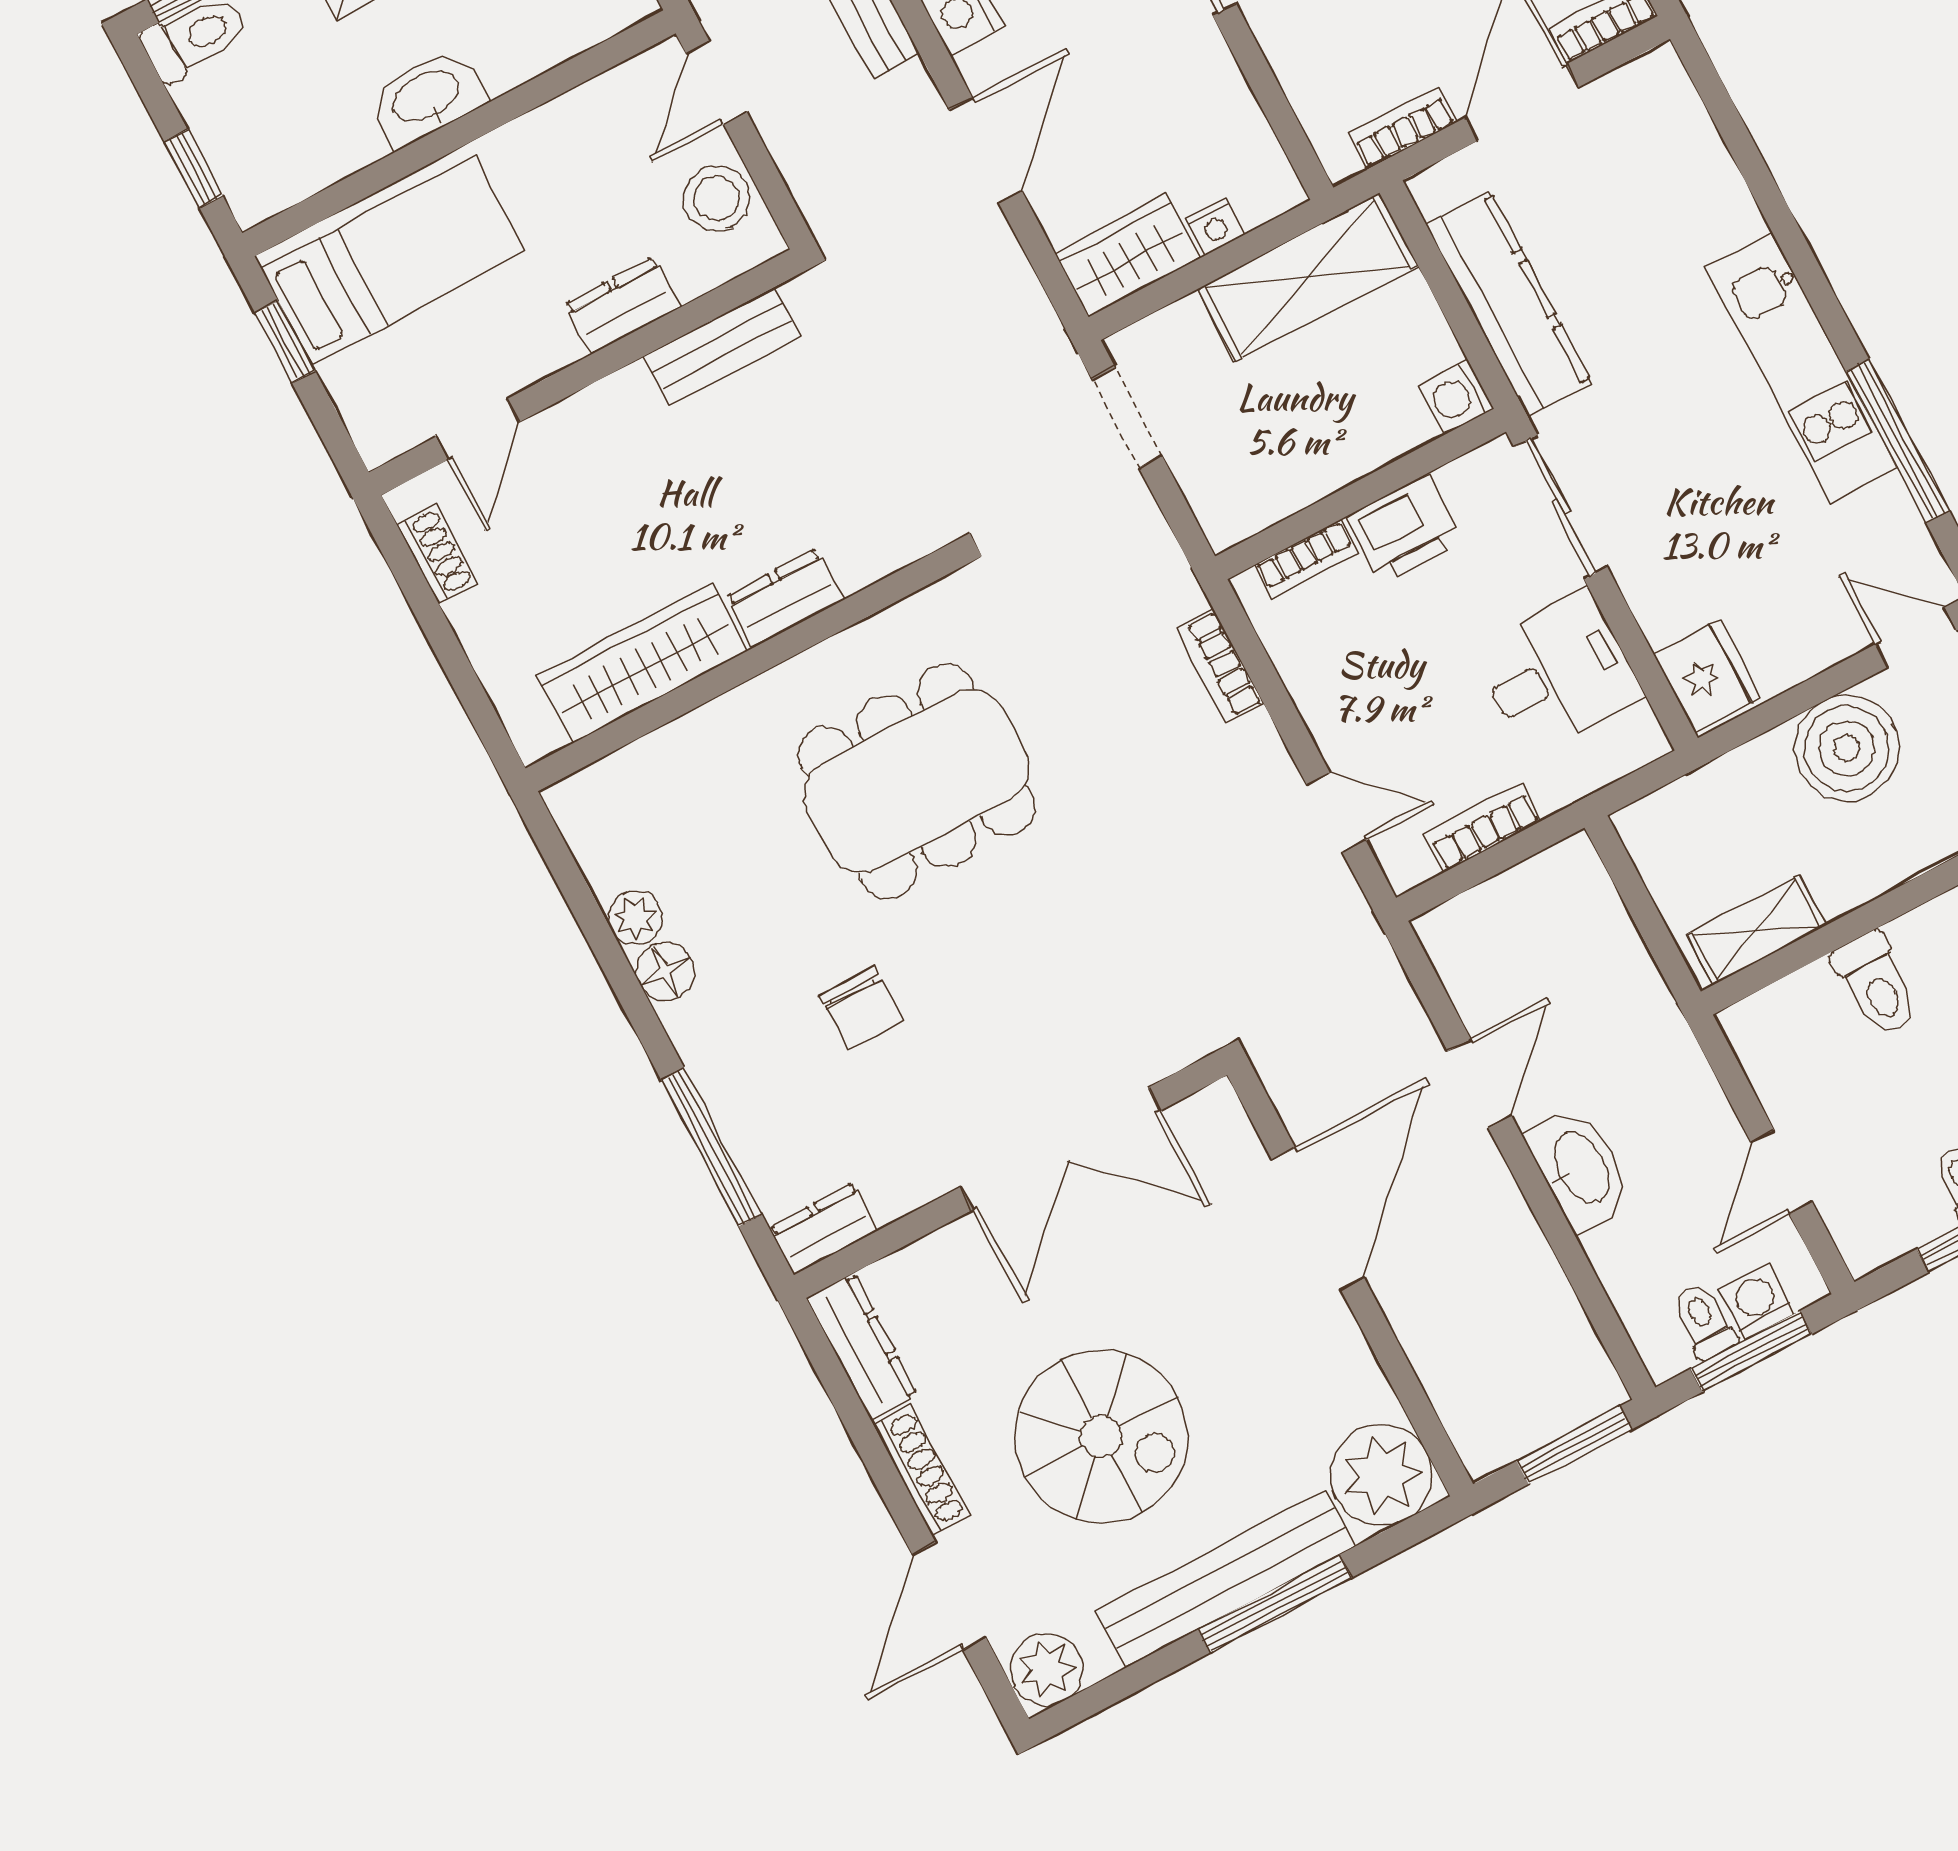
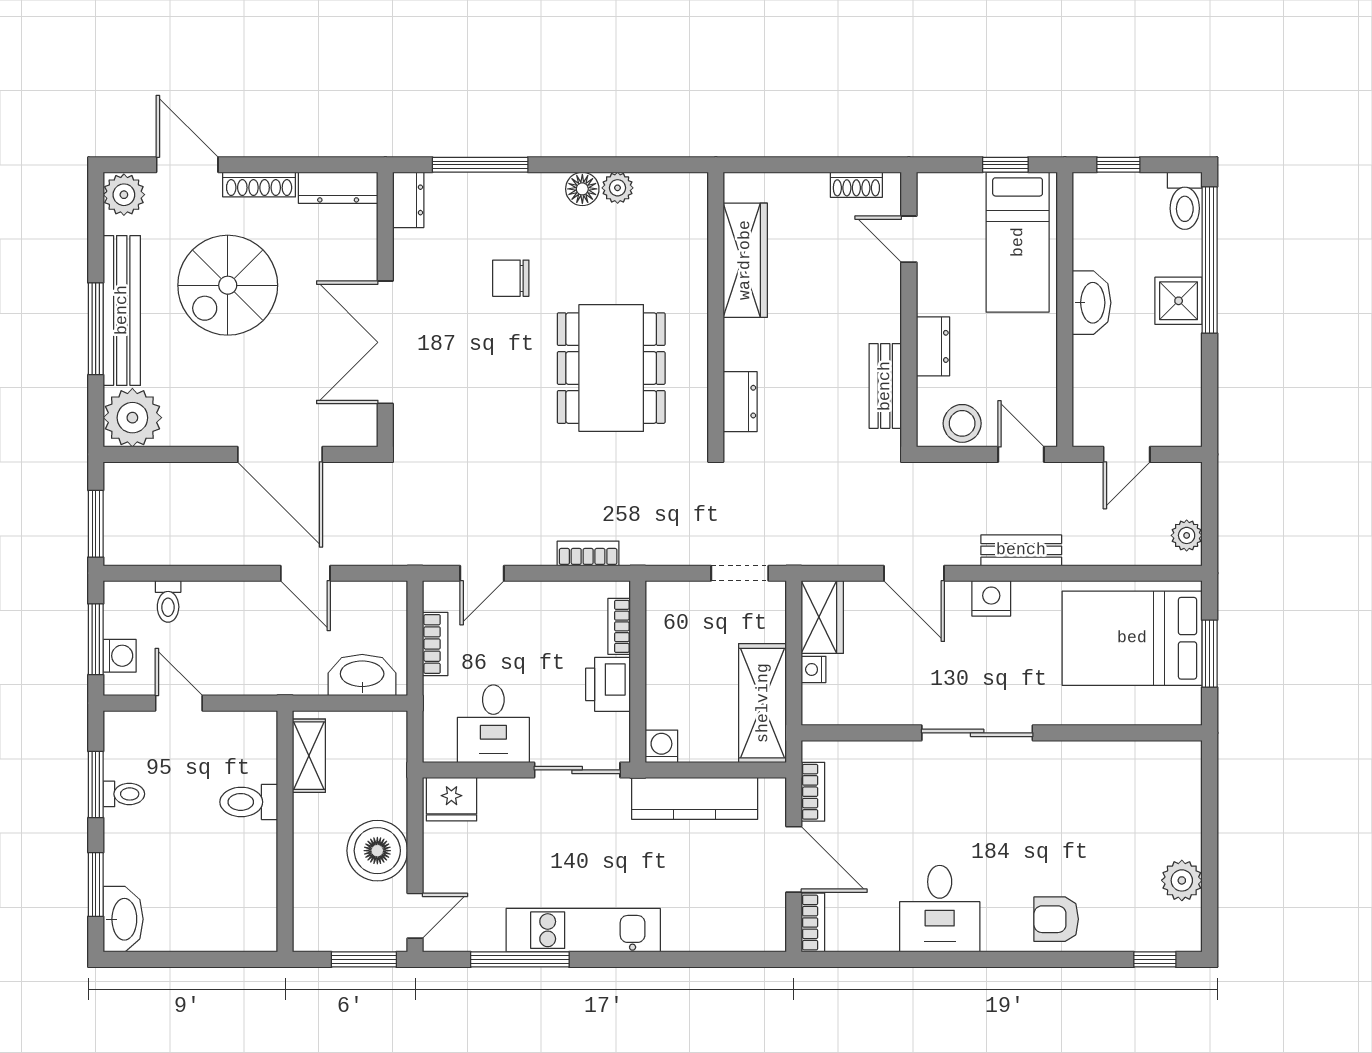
dresser: (785, 598) -> (740, 402), moved
washbasin: (1580, 1169) -> (362, 675), moved, turned 180
toilet: (1704, 1321) -> (168, 601), moved, turned 90

